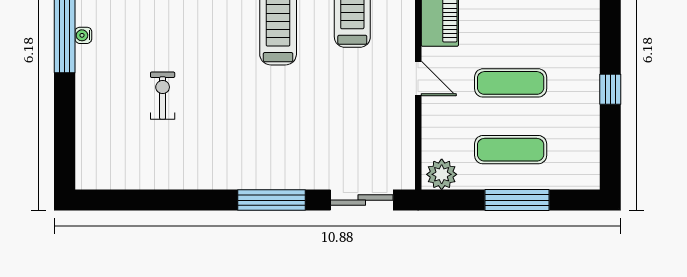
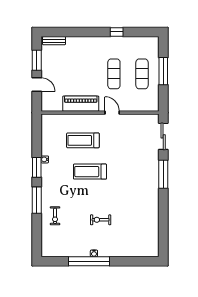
door: (418, 79) -> (112, 113), hinge flipped
exercise bike: (163, 96) -> (101, 220), moved
plant: (442, 174) -> (152, 103), removed

